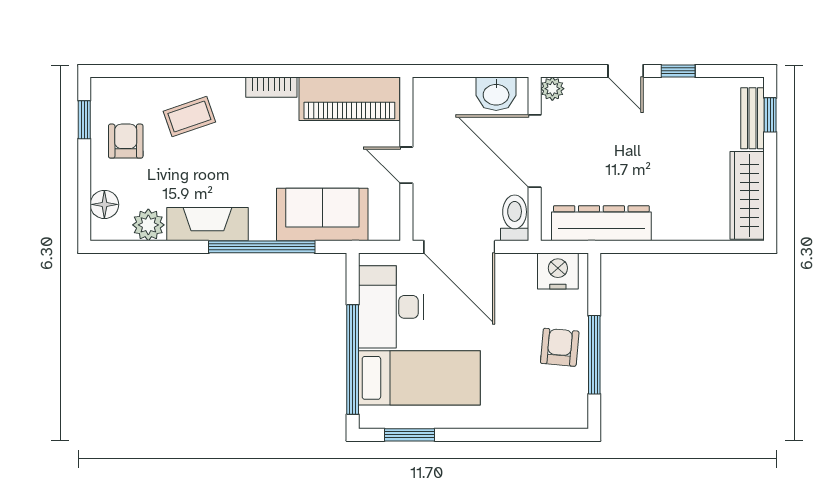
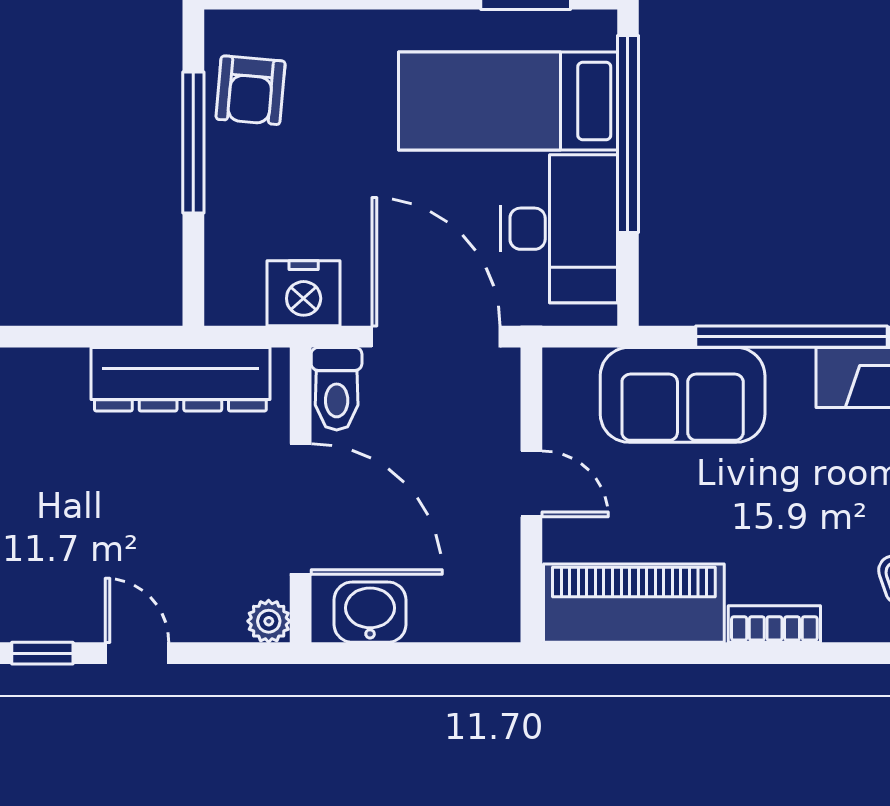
nightstand: (558, 271) -> (304, 293), moved
armchair: (560, 347) -> (251, 90), moved

